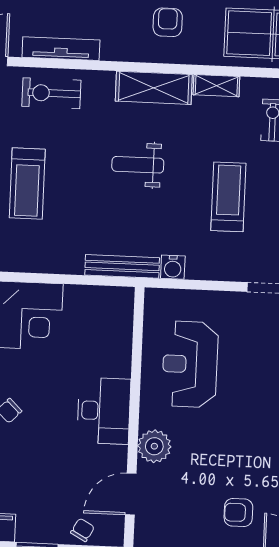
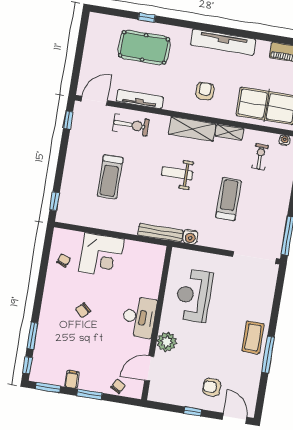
exercise bike: (51, 93) -> (131, 125), turned 180

